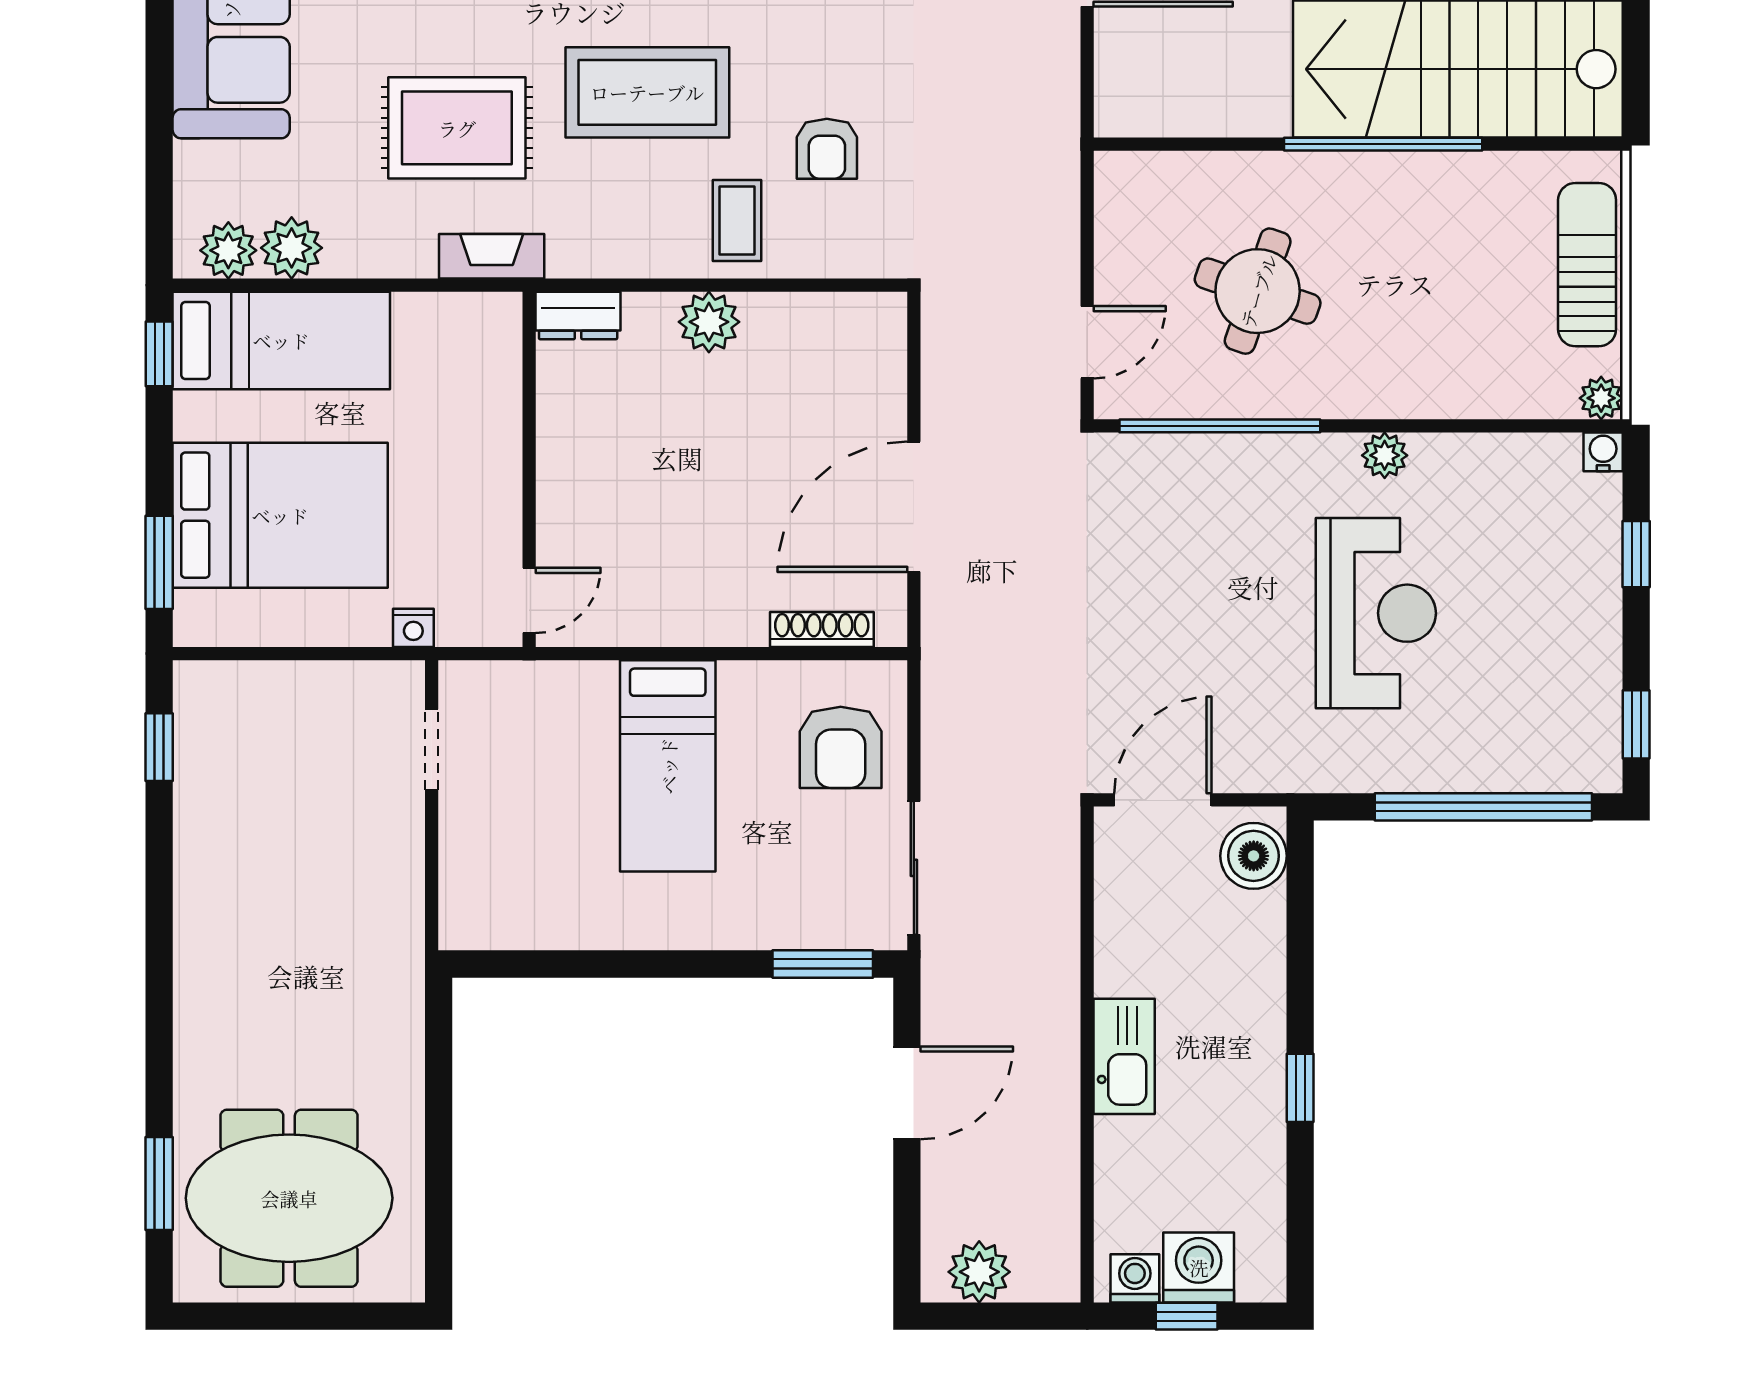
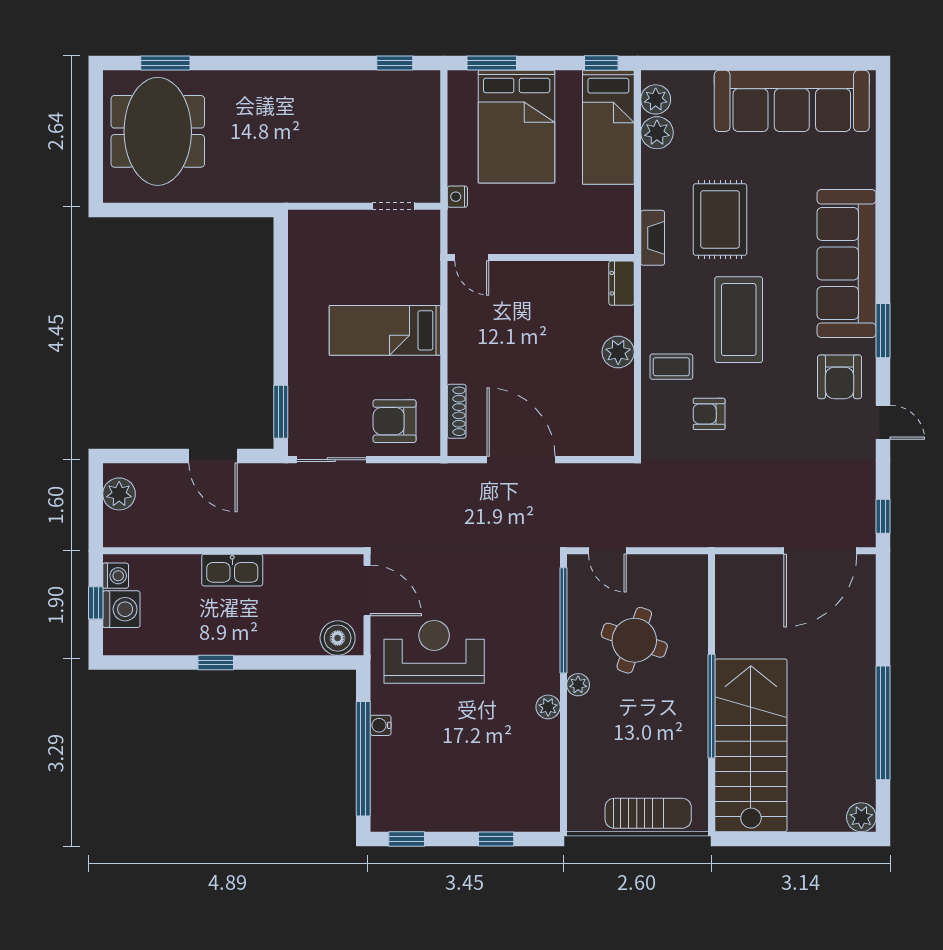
plant: (1601, 398) -> (578, 685), moved
water cooler: (1603, 452) -> (381, 725), moved, turned 180
reception desk: (1376, 613) -> (434, 652), moved, turned 180

